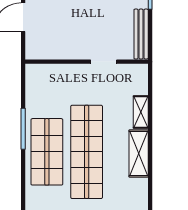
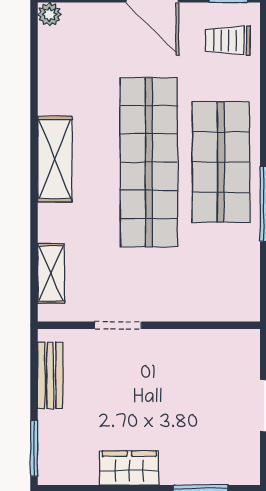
bench: (141, 34) -> (50, 376), width x0.73
shelving: (141, 112) -> (51, 273), moved

